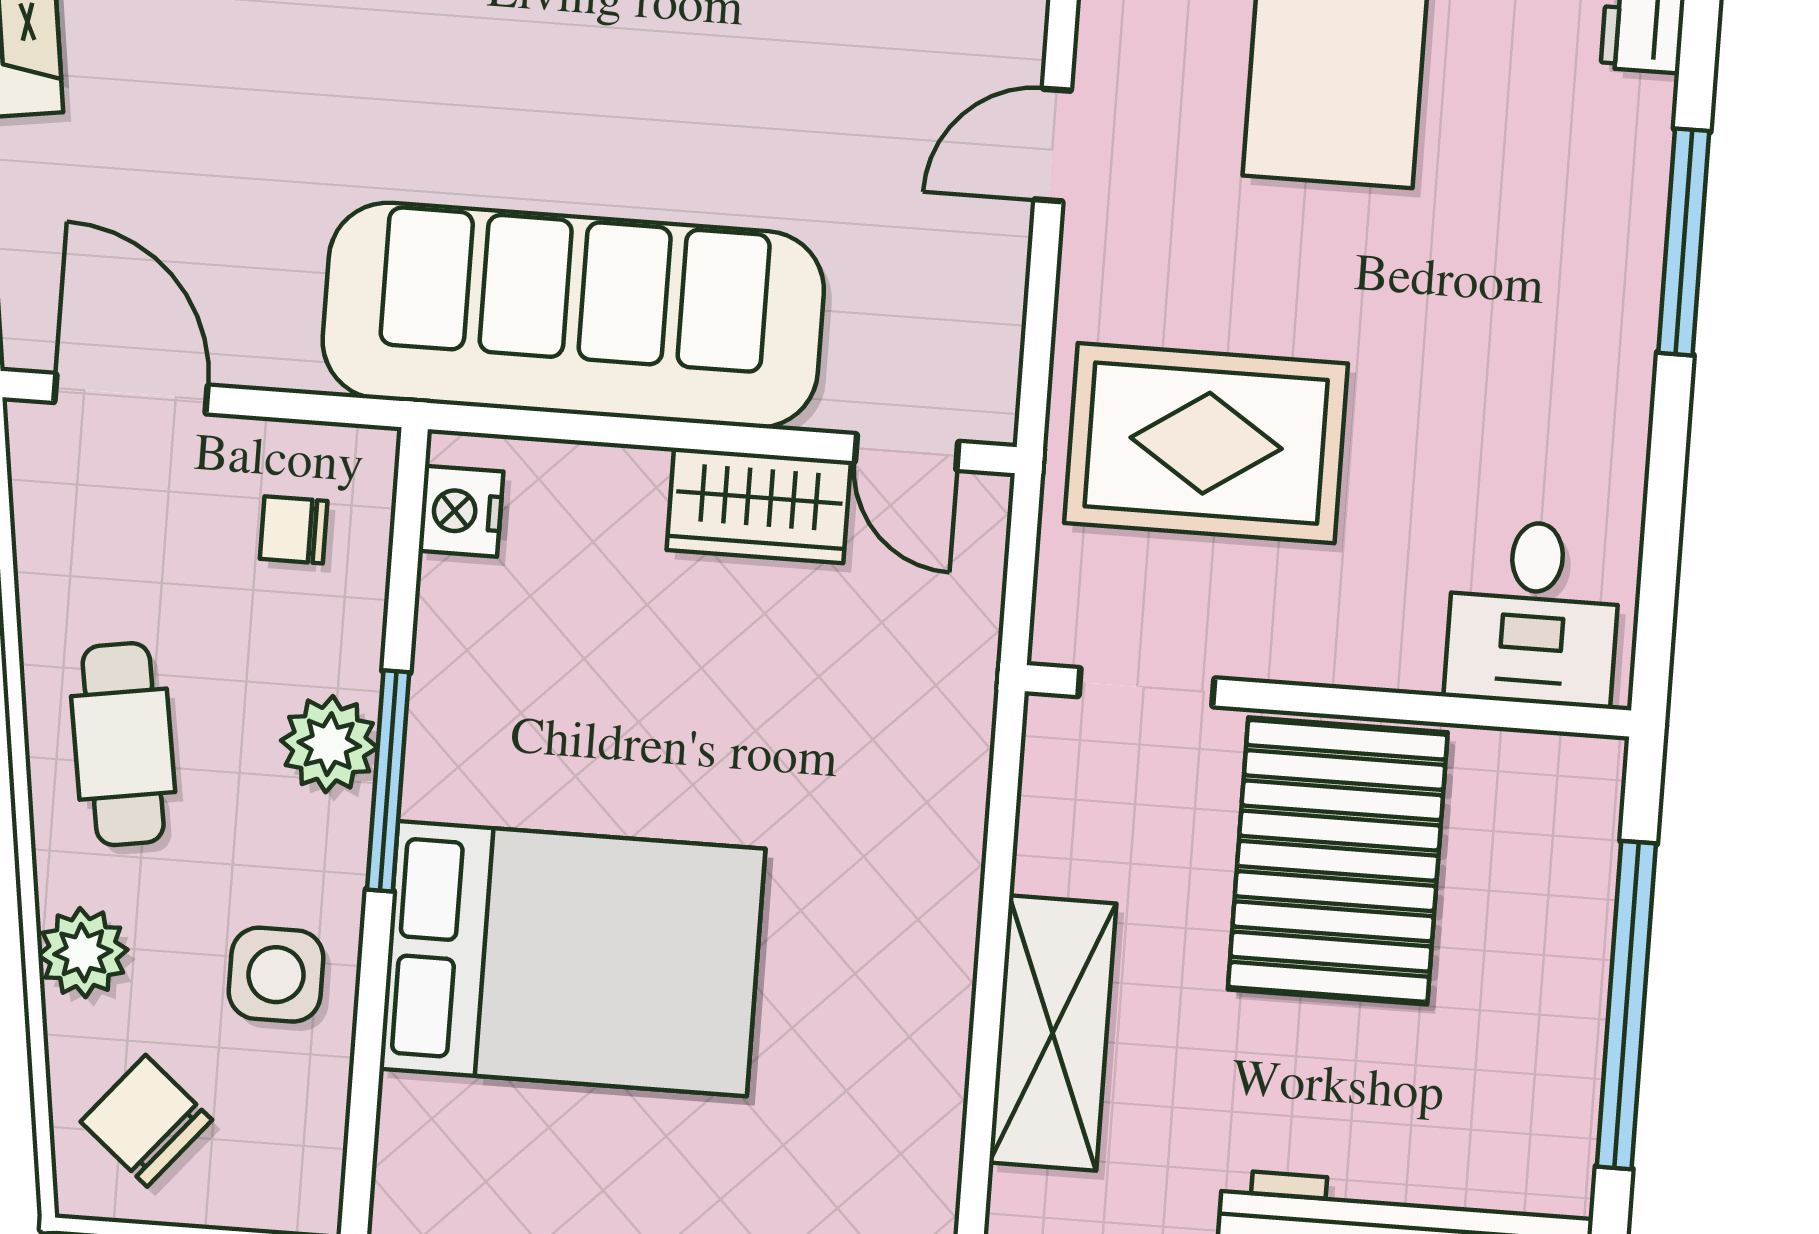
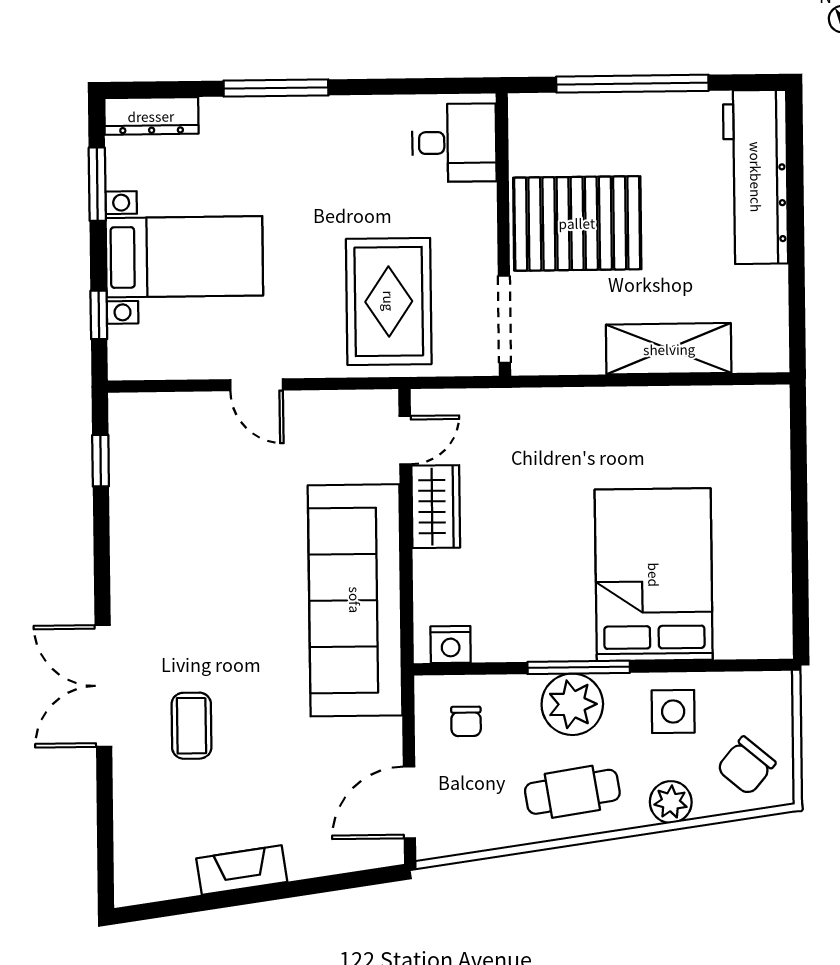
doorway: (1146, 687) -> (504, 319), width x1.38
plant: (329, 744) -> (572, 704), width x1.36, depth x1.36

